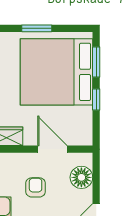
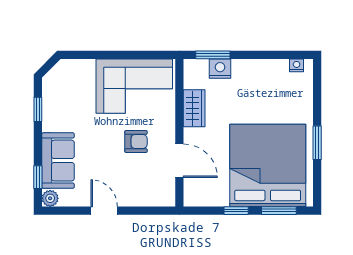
door: (52, 149) -> (179, 161), hinge flipped
floor lamp: (81, 177) -> (147, 194), removed

